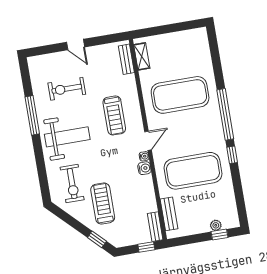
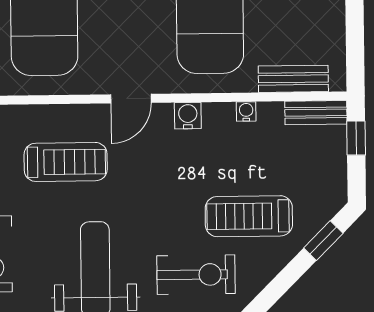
door: (148, 141) -> (131, 99), swing flipped
water cooler: (144, 156) -> (246, 111), moved

